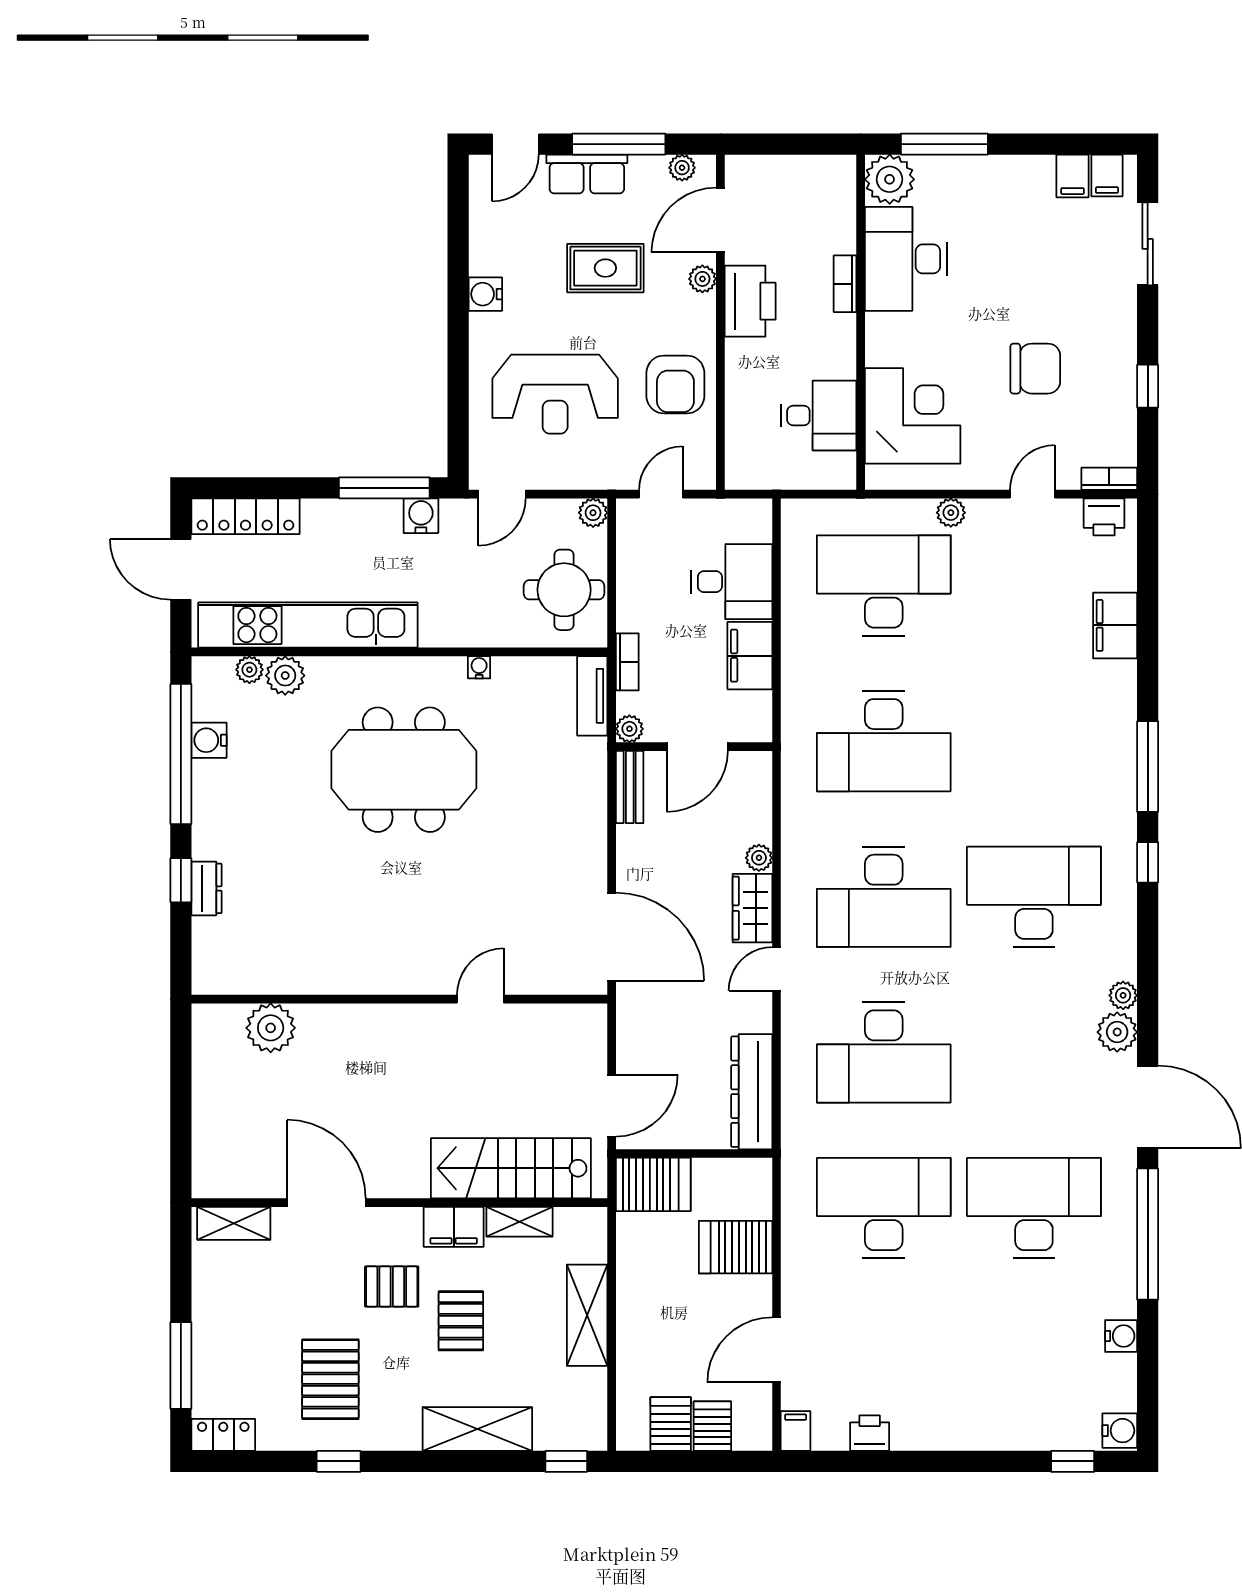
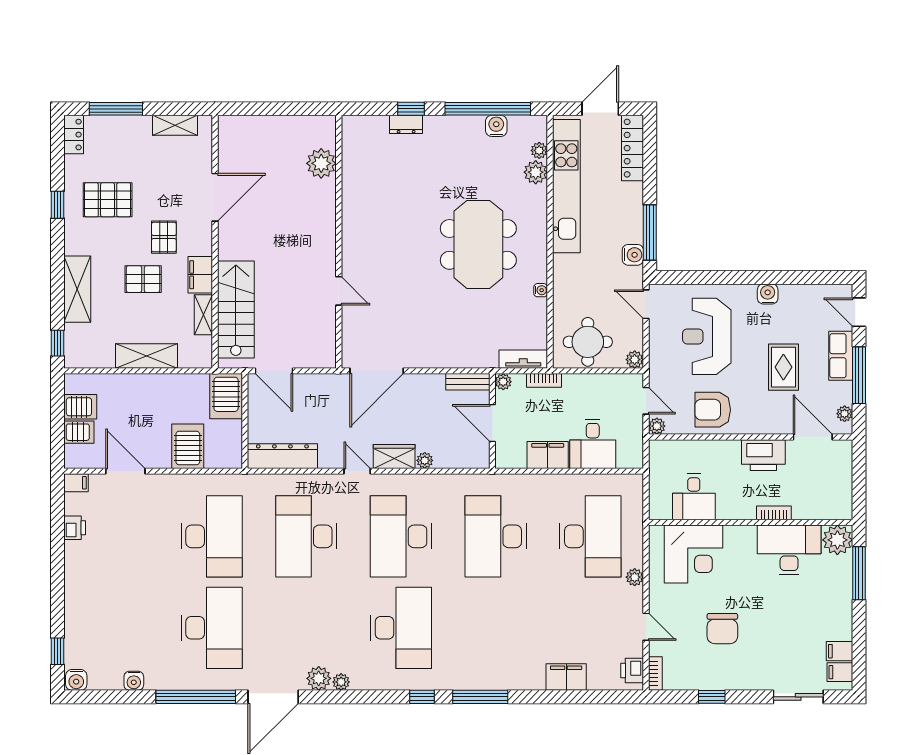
plant: (702, 279) -> (657, 426), moved
shelving: (234, 1223) -> (175, 125), moved, turned 90

